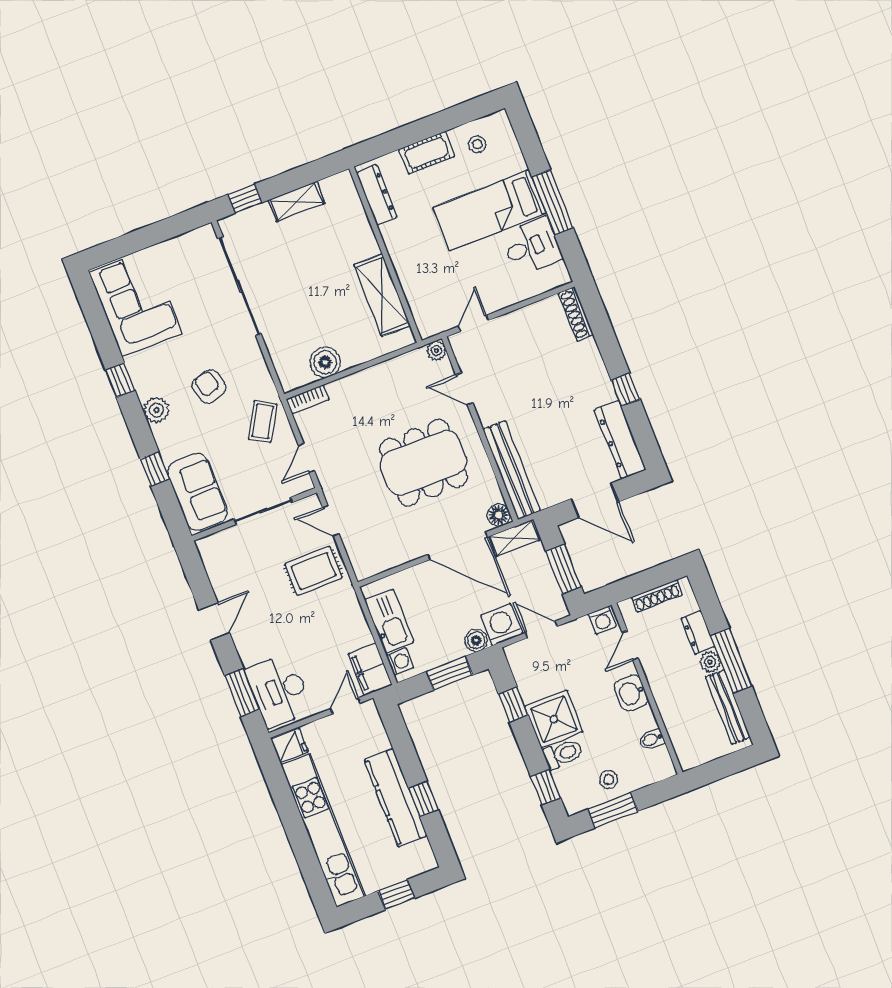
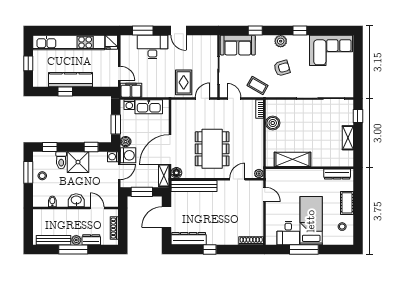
washing machine: (602, 620) -> (113, 157), moved
desk: (279, 690) -> (152, 47), moved

